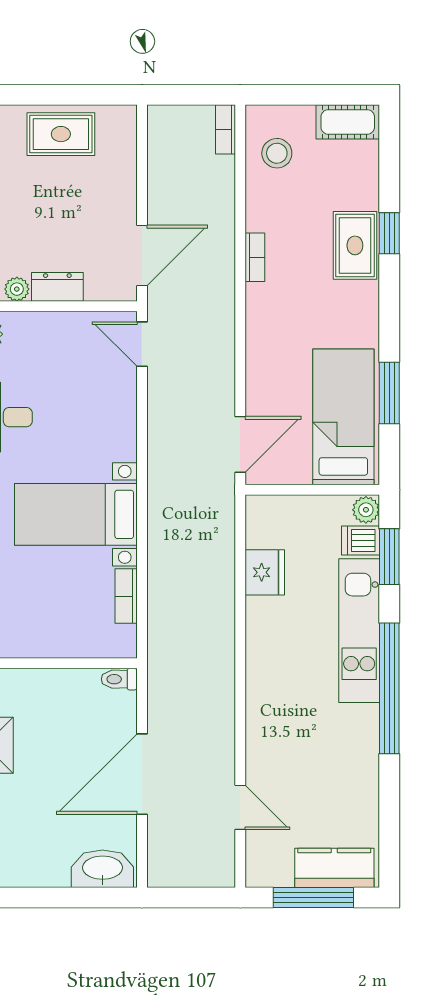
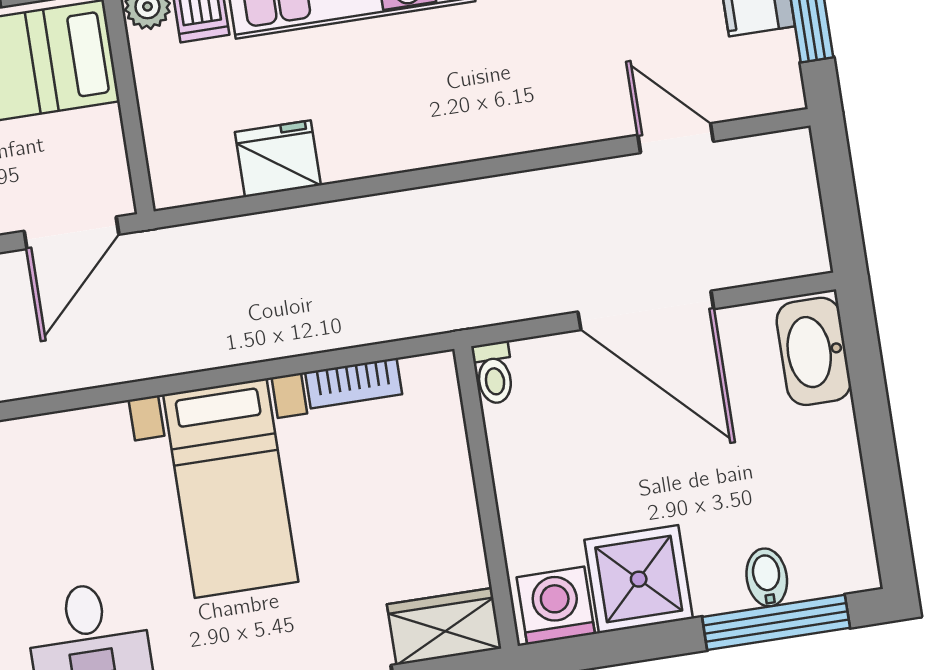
door: (240, 444) -> (72, 233), swing flipped
door: (240, 807) -> (676, 138), hinge flipped

